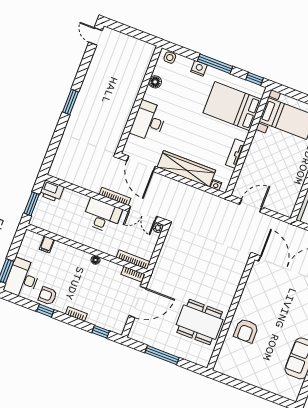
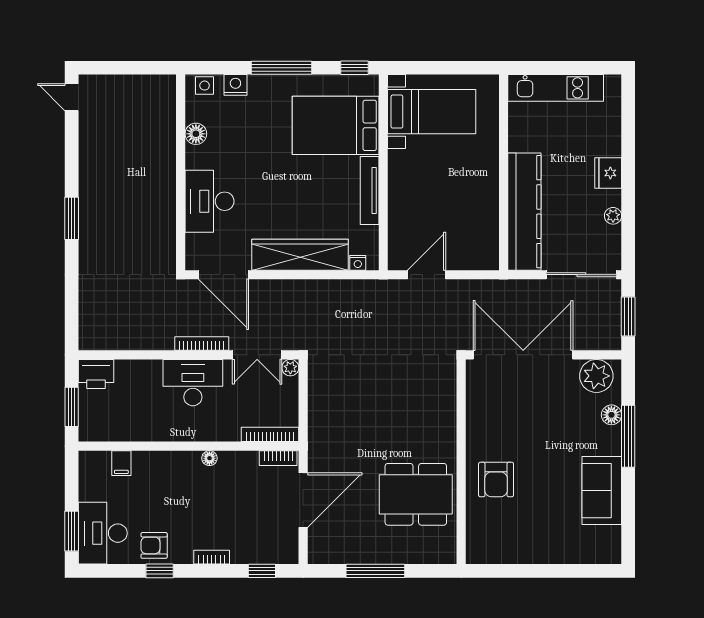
nightstand: (199, 68) -> (235, 85), moved
tv unit: (235, 154) -> (370, 190), width x1.41

